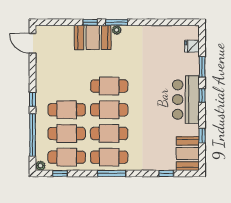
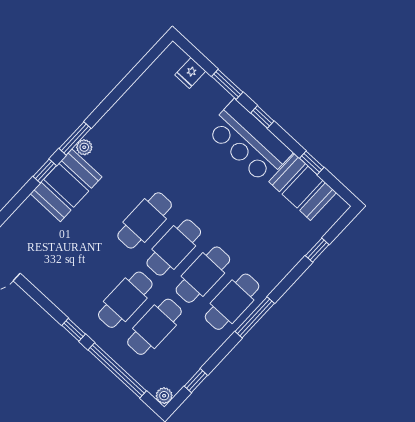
booth: (188, 154) -> (303, 187), moved
cafe table: (67, 157) -> (184, 354), removed

